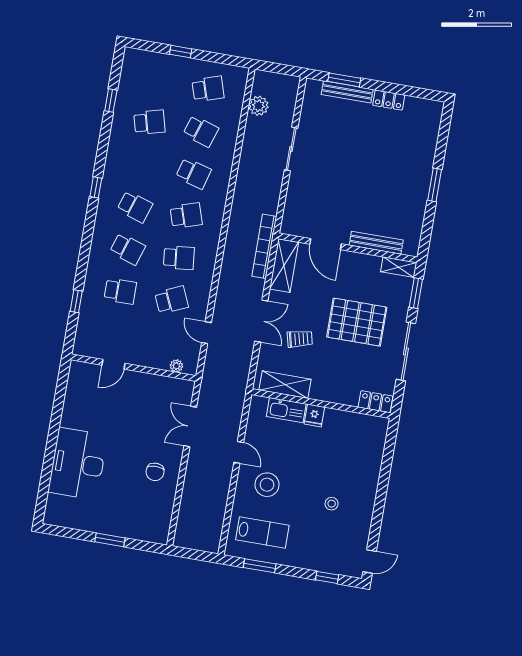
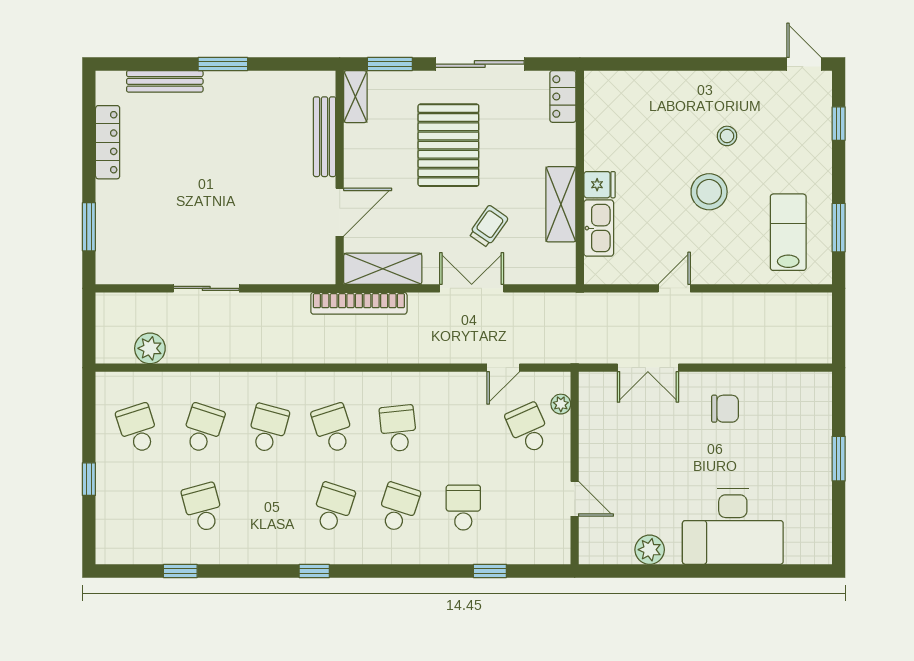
bench: (347, 92) -> (165, 81), moved, turned 90
locker: (389, 100) -> (108, 142), width x1.53
school desk: (172, 300) -> (528, 428), moved
trolley: (300, 339) -> (488, 226), turned 49
shelving: (285, 385) -> (561, 204), moved
plant: (72, 407) -> (650, 550), added
stool: (267, 485) -> (709, 192), moved

